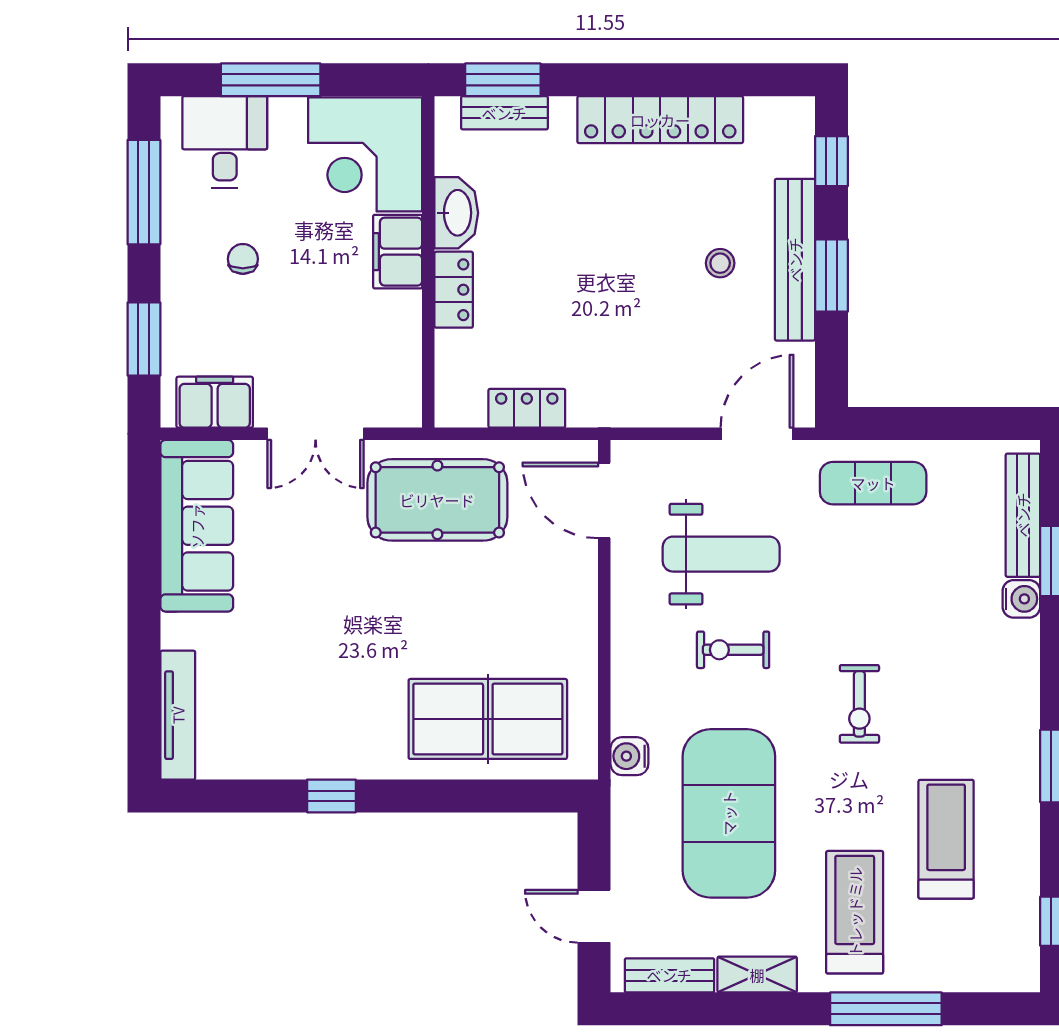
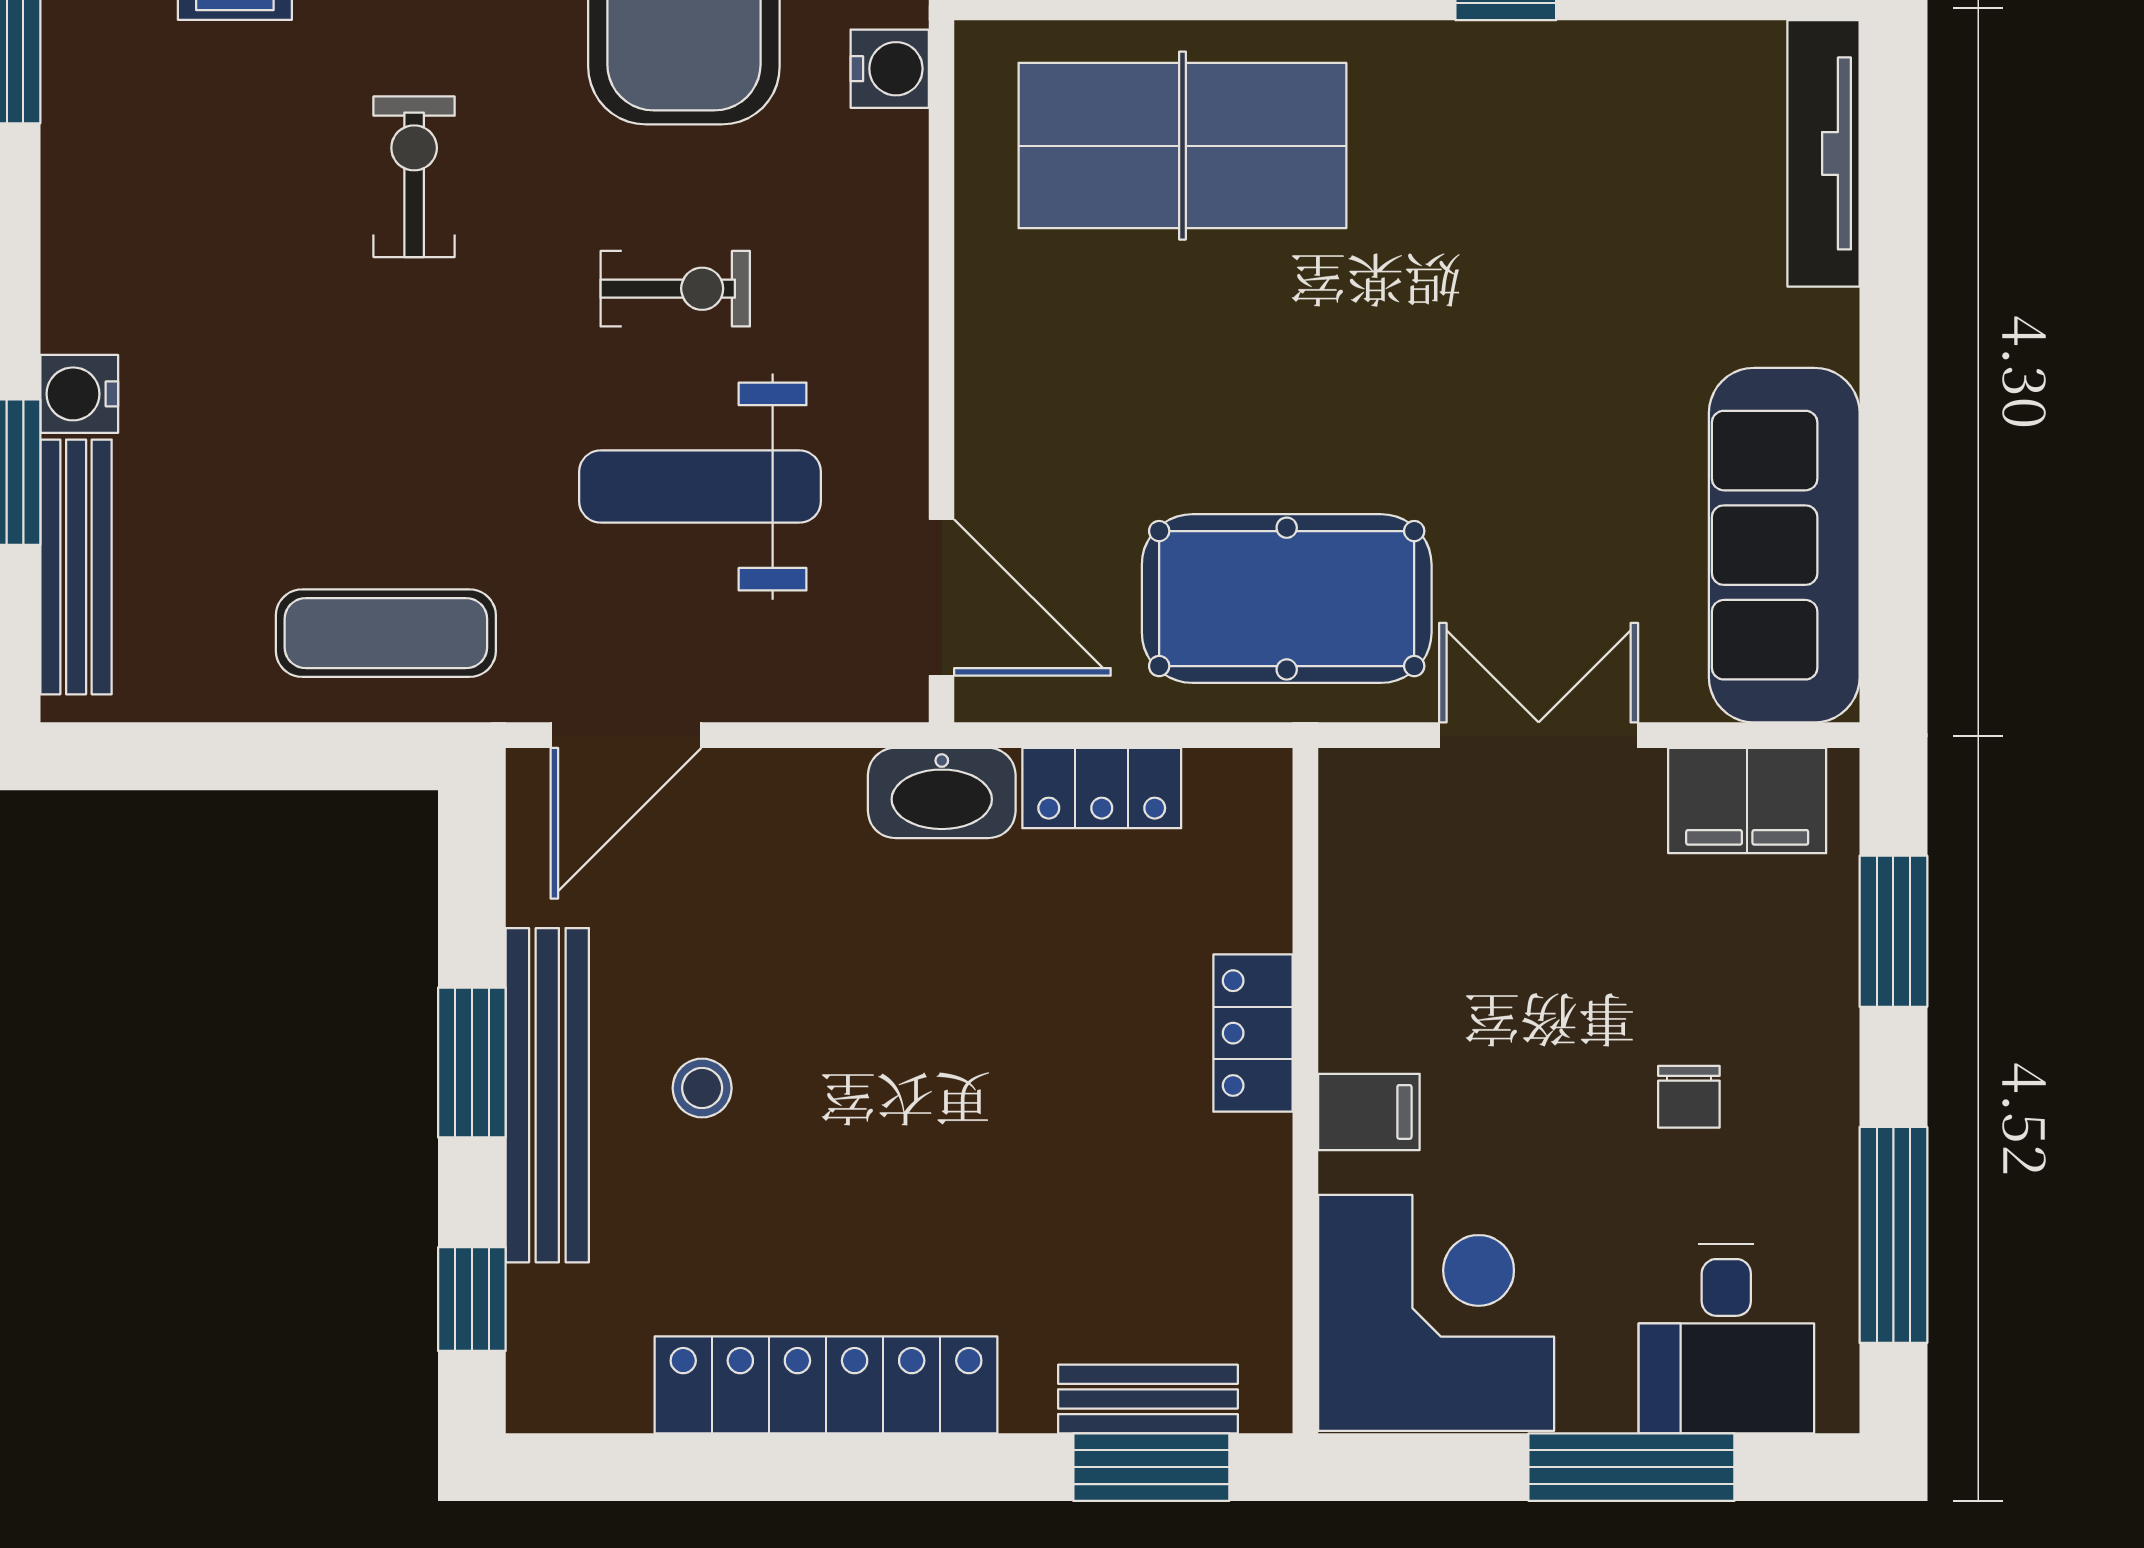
washbasin: (456, 213) -> (942, 793), moved, turned -90
filing cabinet: (398, 252) -> (1369, 1112), width x0.50

